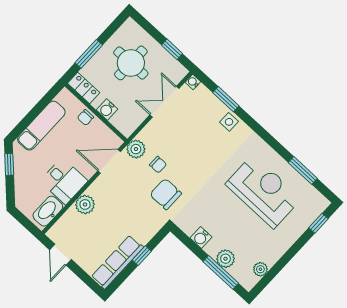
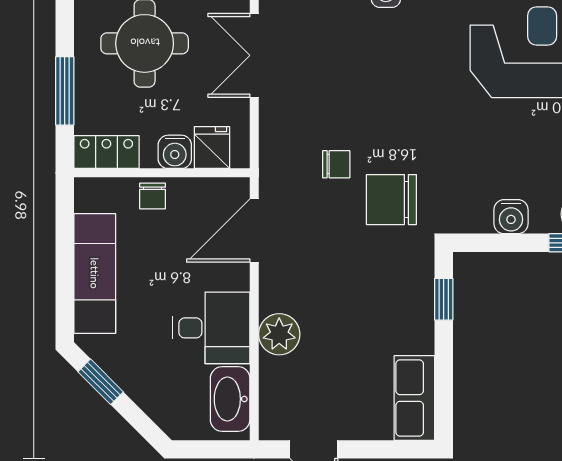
fridge: (121, 120) -> (212, 148), added
plant: (136, 149) -> (279, 172), removed
window: (142, 256) -> (444, 299), moved
row of seats: (117, 262) -> (414, 398), width x0.68

